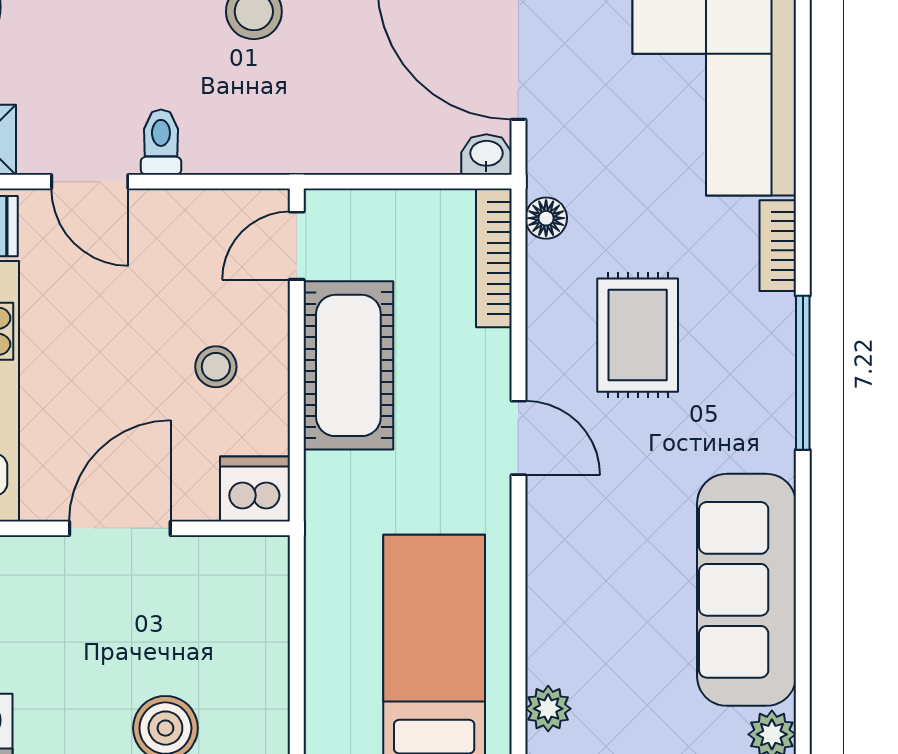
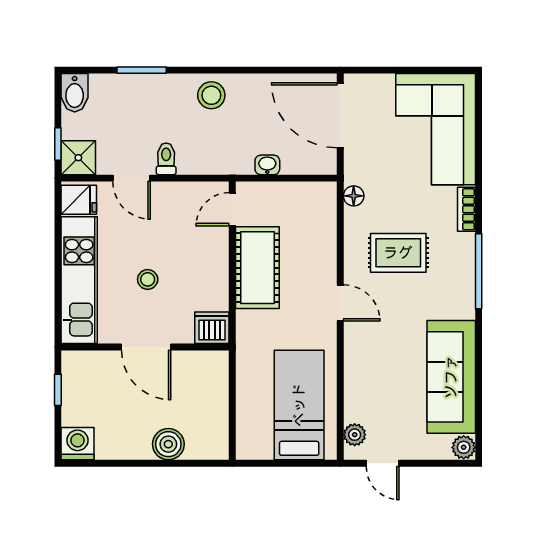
washbasin: (486, 154) -> (267, 165), moved
bookcase: (494, 258) -> (328, 215), removed
rug: (638, 335) -> (398, 253), turned 90
stool: (216, 367) -> (148, 279), moved
door: (120, 528) -> (146, 347), swing flipped

